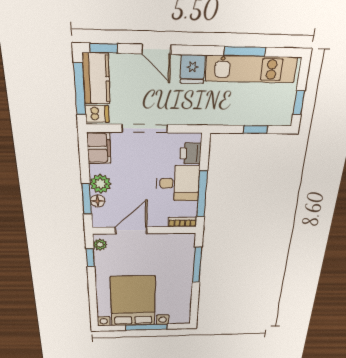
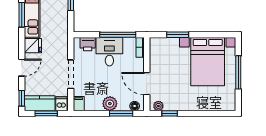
window: (80, 89) -> (46, 113), width x0.69
filing cabinet: (99, 148) -> (79, 104), width x0.50
floor lamp: (98, 201) -> (135, 106), moved
window: (197, 265) -> (178, 35), width x0.69
bed with nightstands: (133, 301) -> (208, 62), moved, turned -90

